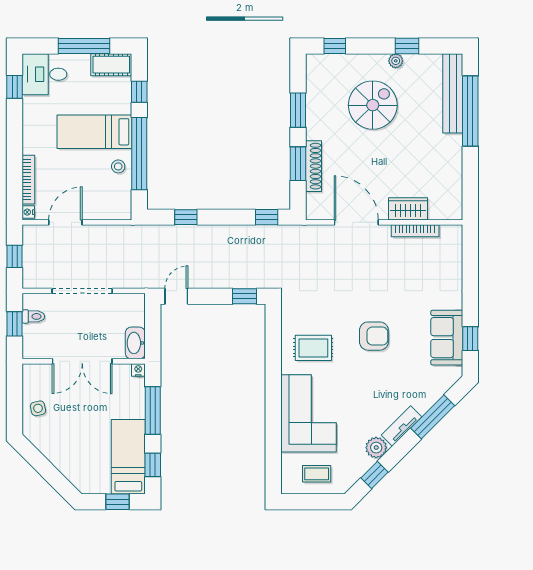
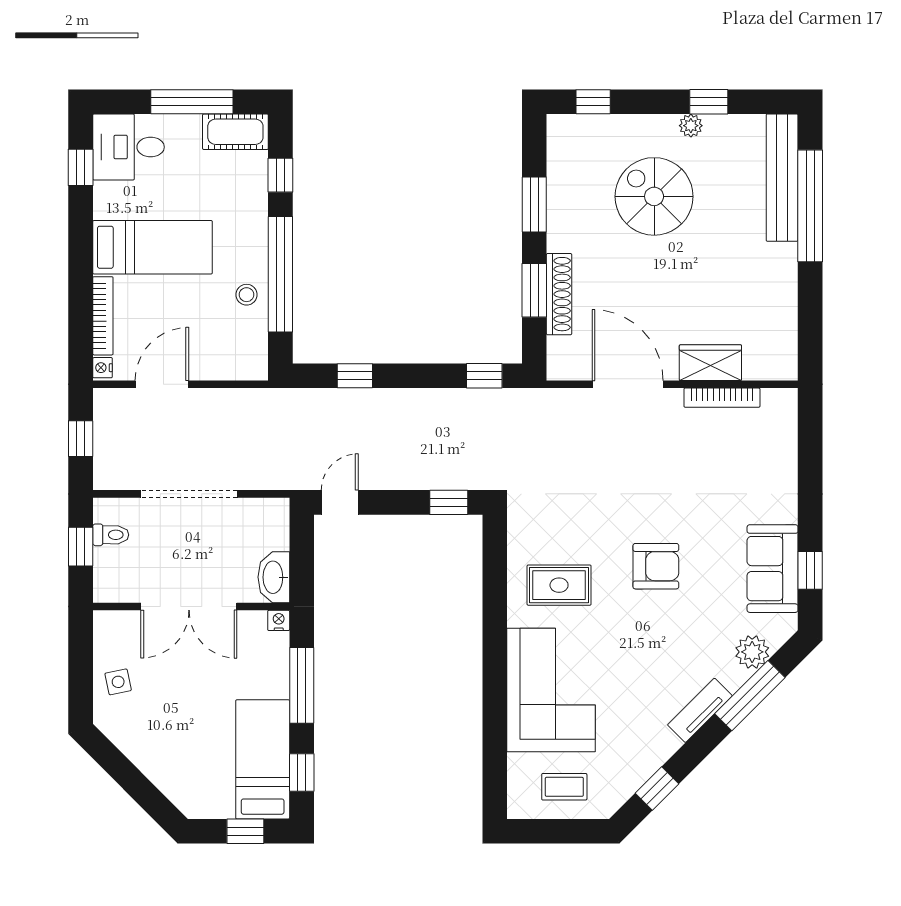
spiral stairs: (373, 105) -> (654, 196), turned -90
bed: (94, 132) -> (152, 247), moved, turned 180
plant: (376, 448) -> (752, 652), moved

